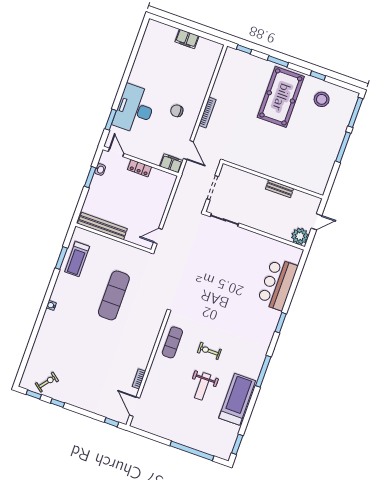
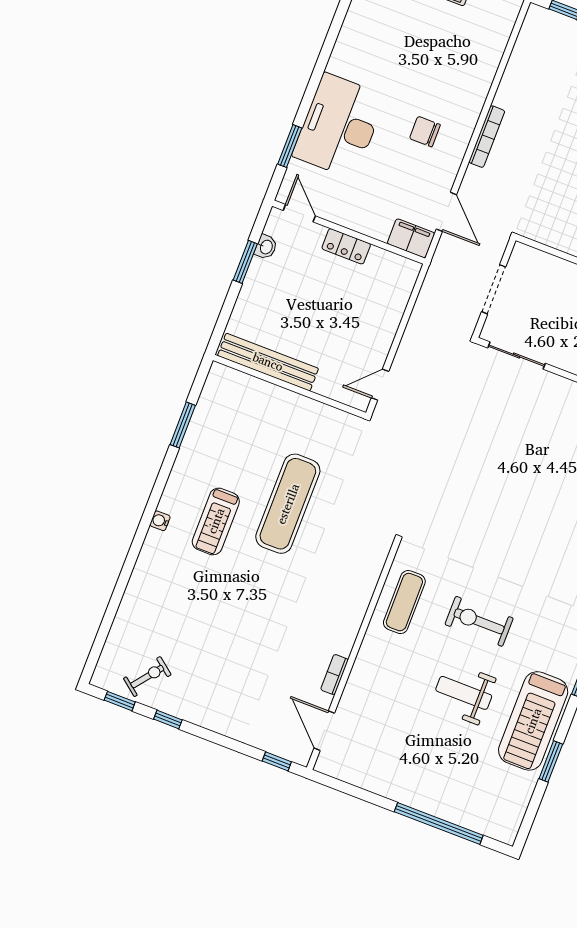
treadmill: (77, 259) -> (216, 521), moved
exercise bike: (209, 351) -> (479, 621), width x1.38, depth x1.39
weight bench: (203, 386) -> (464, 693), turned 90
treadmill: (237, 399) -> (533, 721), turned 180
window: (237, 444) -> (551, 761), moved

